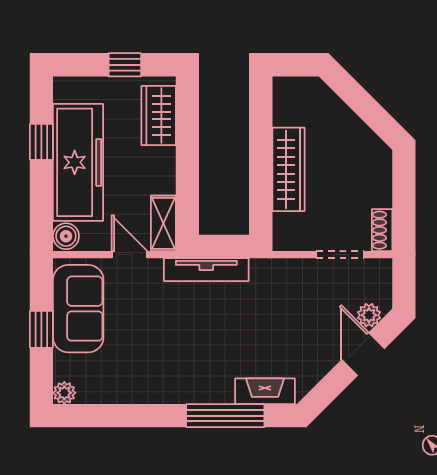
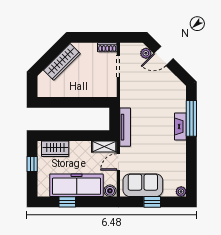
wardrobe: (288, 169) -> (62, 62), moved, turned 135
fireplace: (265, 391) -> (180, 126), moved

